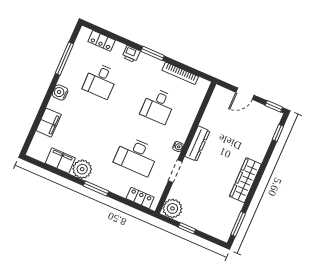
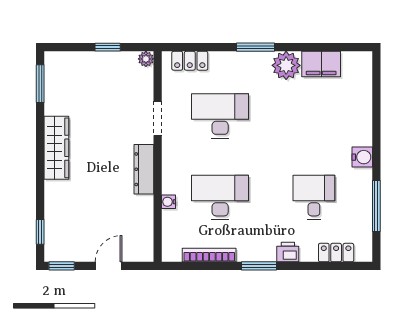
desk: (158, 106) -> (220, 197), width x1.37
filing cabinet: (49, 123) -> (360, 109), removed
water cooler: (178, 147) -> (169, 202), moved
plant: (172, 208) -> (146, 59), width x0.53, depth x0.53

